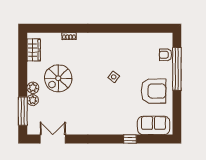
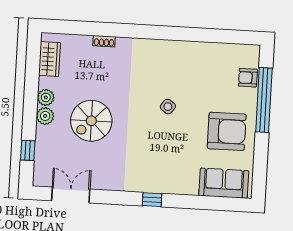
spiral stairs: (58, 78) -> (91, 121), moved
plant: (33, 100) -> (46, 97), moved
window: (23, 111) -> (28, 150), width x0.46
window: (130, 139) -> (152, 200), moved

